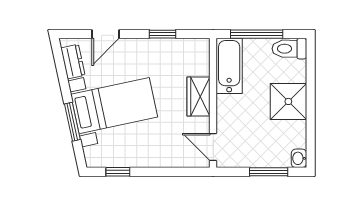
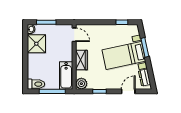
plant: (199, 50) -> (81, 84), added
shower: (288, 101) -> (36, 44), moved

